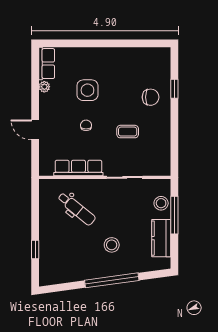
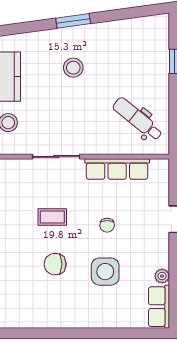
chair: (151, 97) -> (55, 264), moved
dental chair: (77, 209) -> (138, 119), moved
window: (112, 280) -> (73, 21), width x0.47

